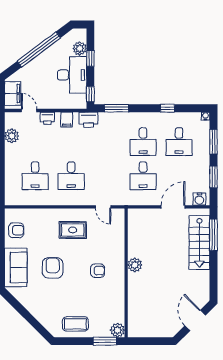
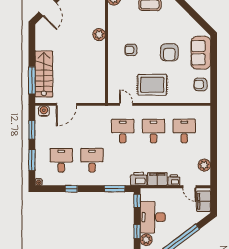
filing cabinet: (67, 120) -> (157, 179), width x2.00
desk: (143, 176) -> (123, 131), moved
rug: (73, 230) -> (152, 85), width x1.36, depth x1.43
plant: (135, 265) -> (99, 35), moved

